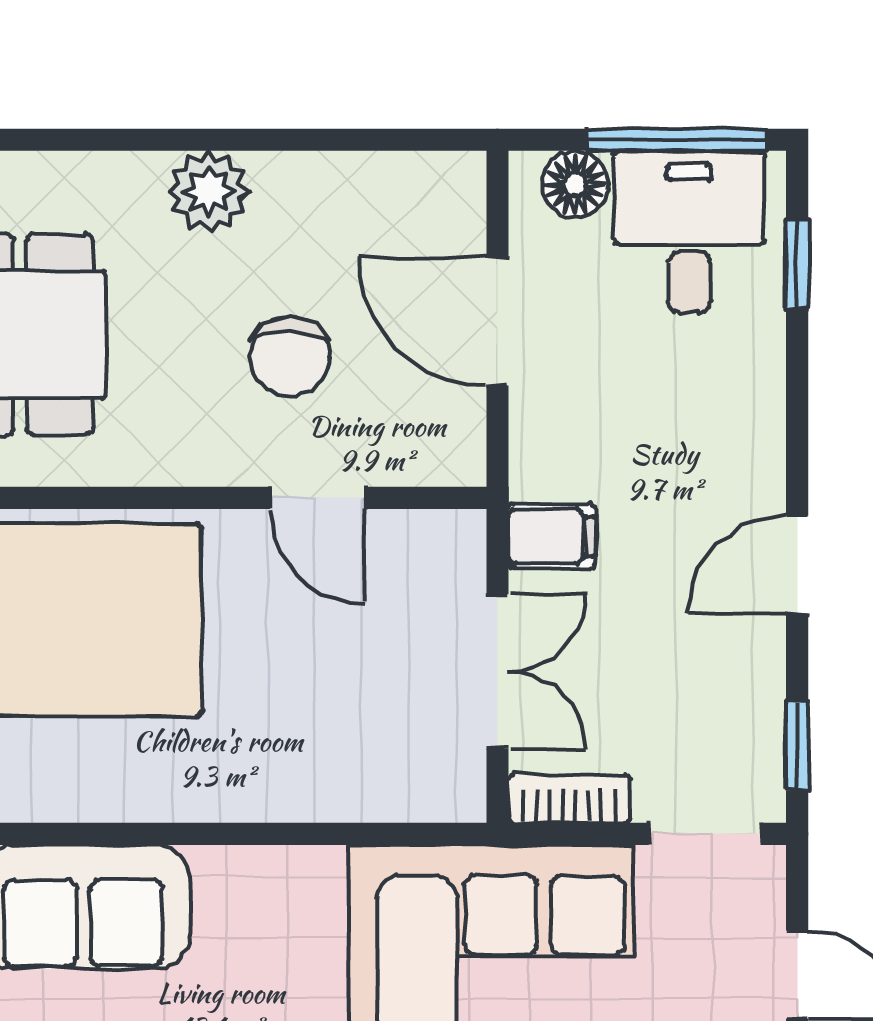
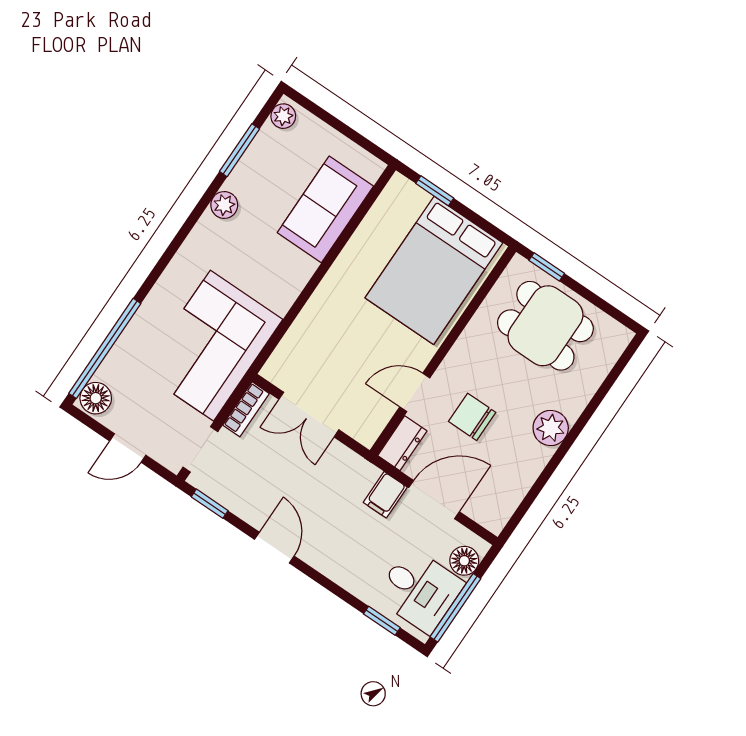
dresser: (431, 456) -> (402, 443), added
filing cabinet: (552, 536) -> (385, 495), moved

